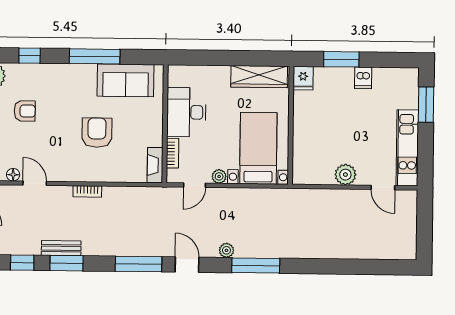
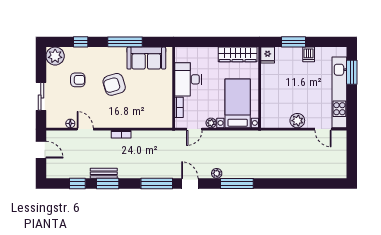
armchair: (97, 133) -> (114, 84), moved, turned -107
kitchen unit: (407, 148) -> (339, 92), width x1.36
fireplace: (155, 165) -> (167, 116), removed

